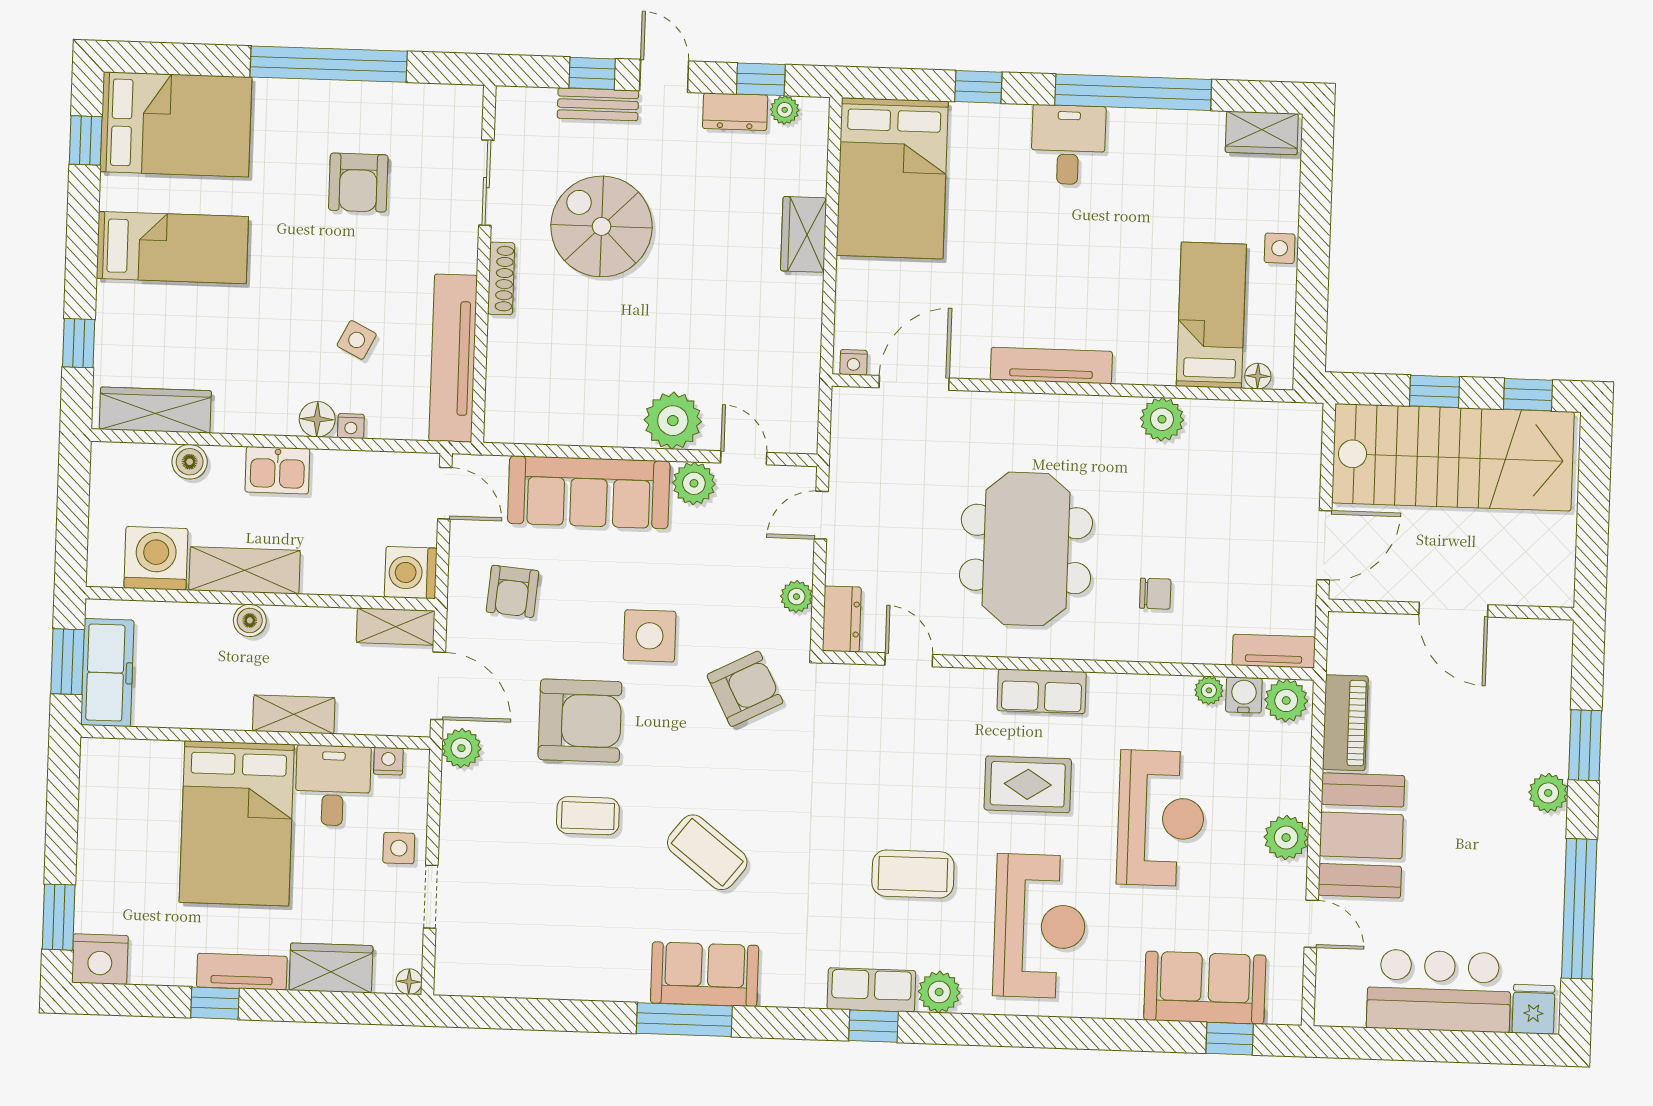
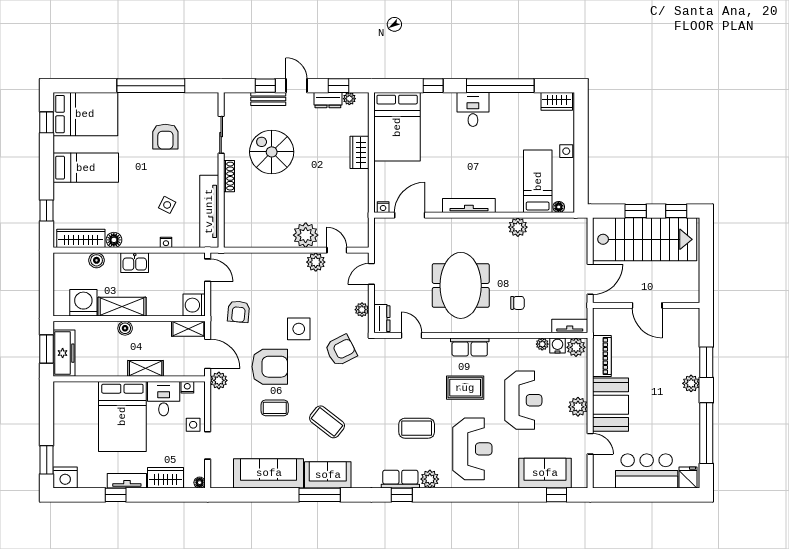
floor lamp: (317, 419) -> (114, 240), moved
sofa: (589, 492) -> (269, 473), moved, turned 180

